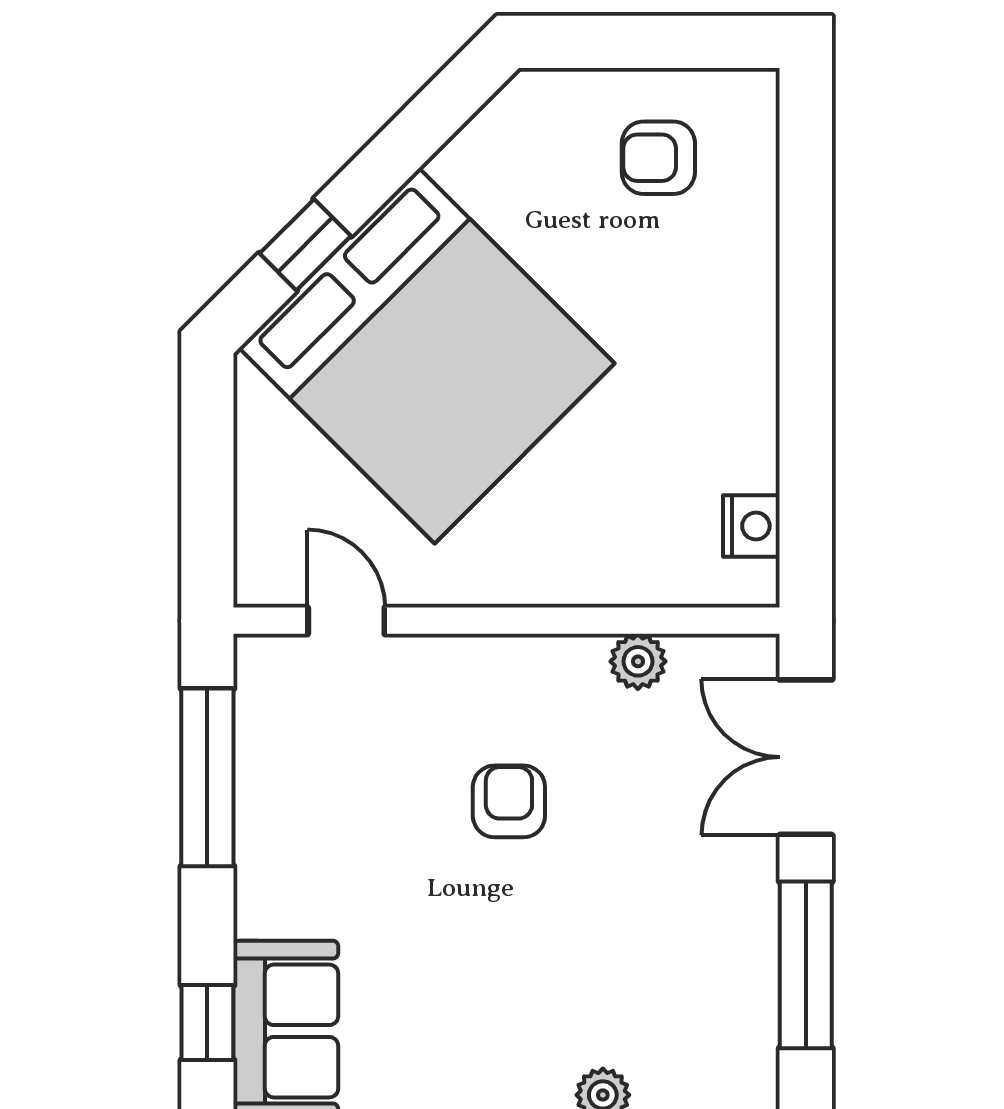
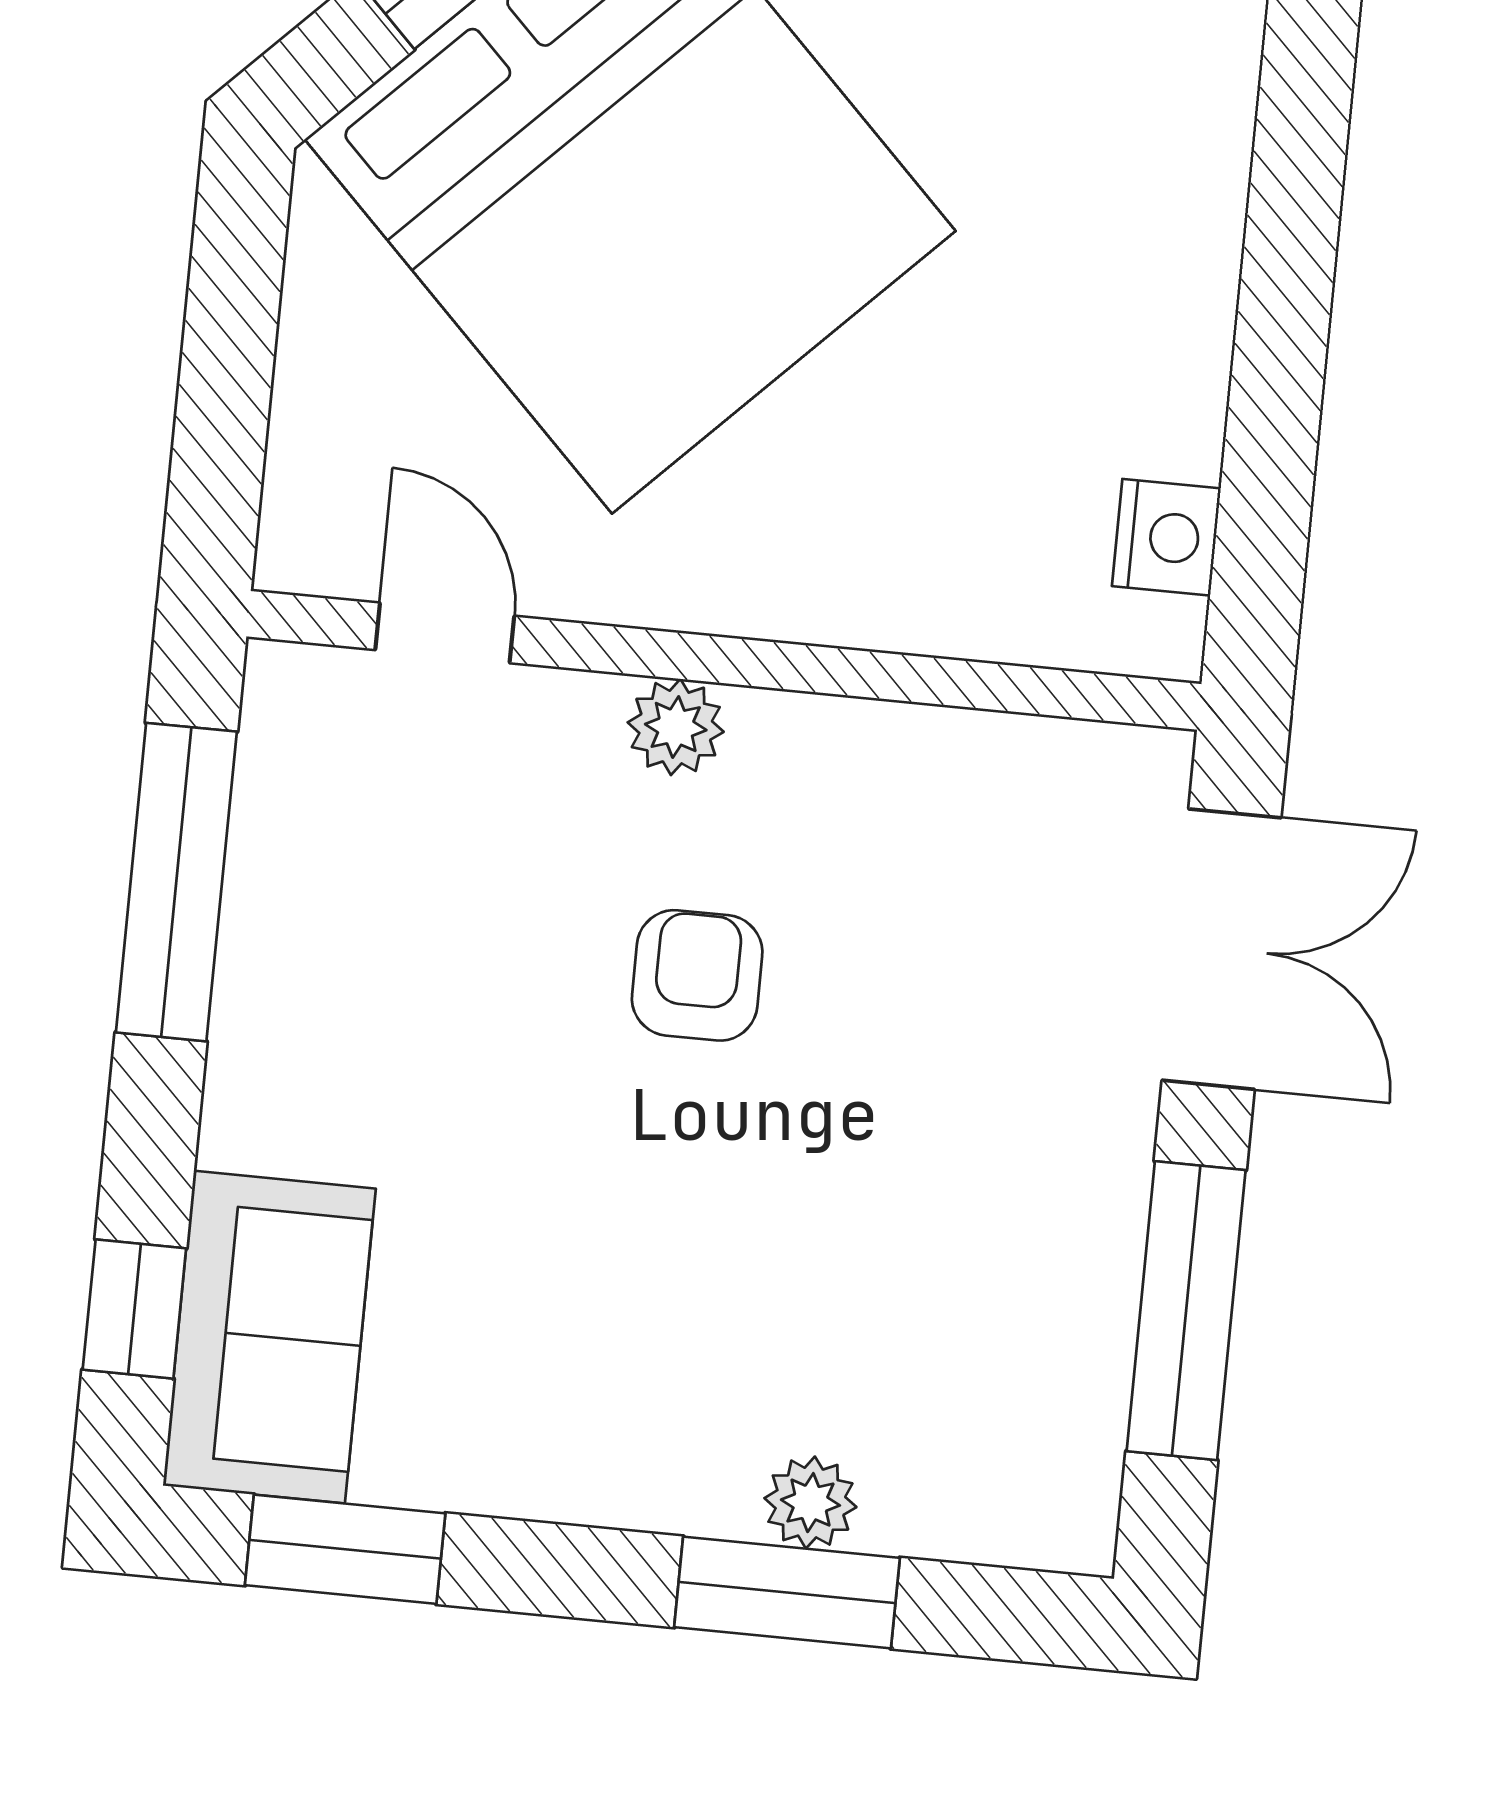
plant: (638, 661) -> (676, 727), moved
double door: (806, 757) -> (1222, 949), swing flipped

